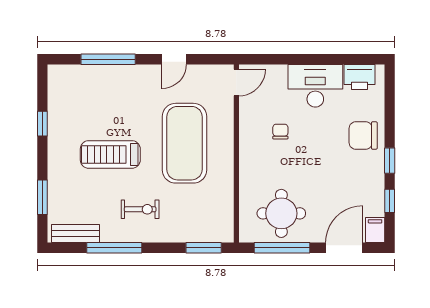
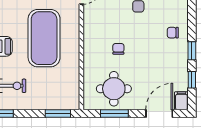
chair: (280, 132) -> (118, 49), moved
chair: (363, 135) -> (173, 33), width x0.54, depth x0.54
window: (282, 248) -> (114, 113), width x0.69

